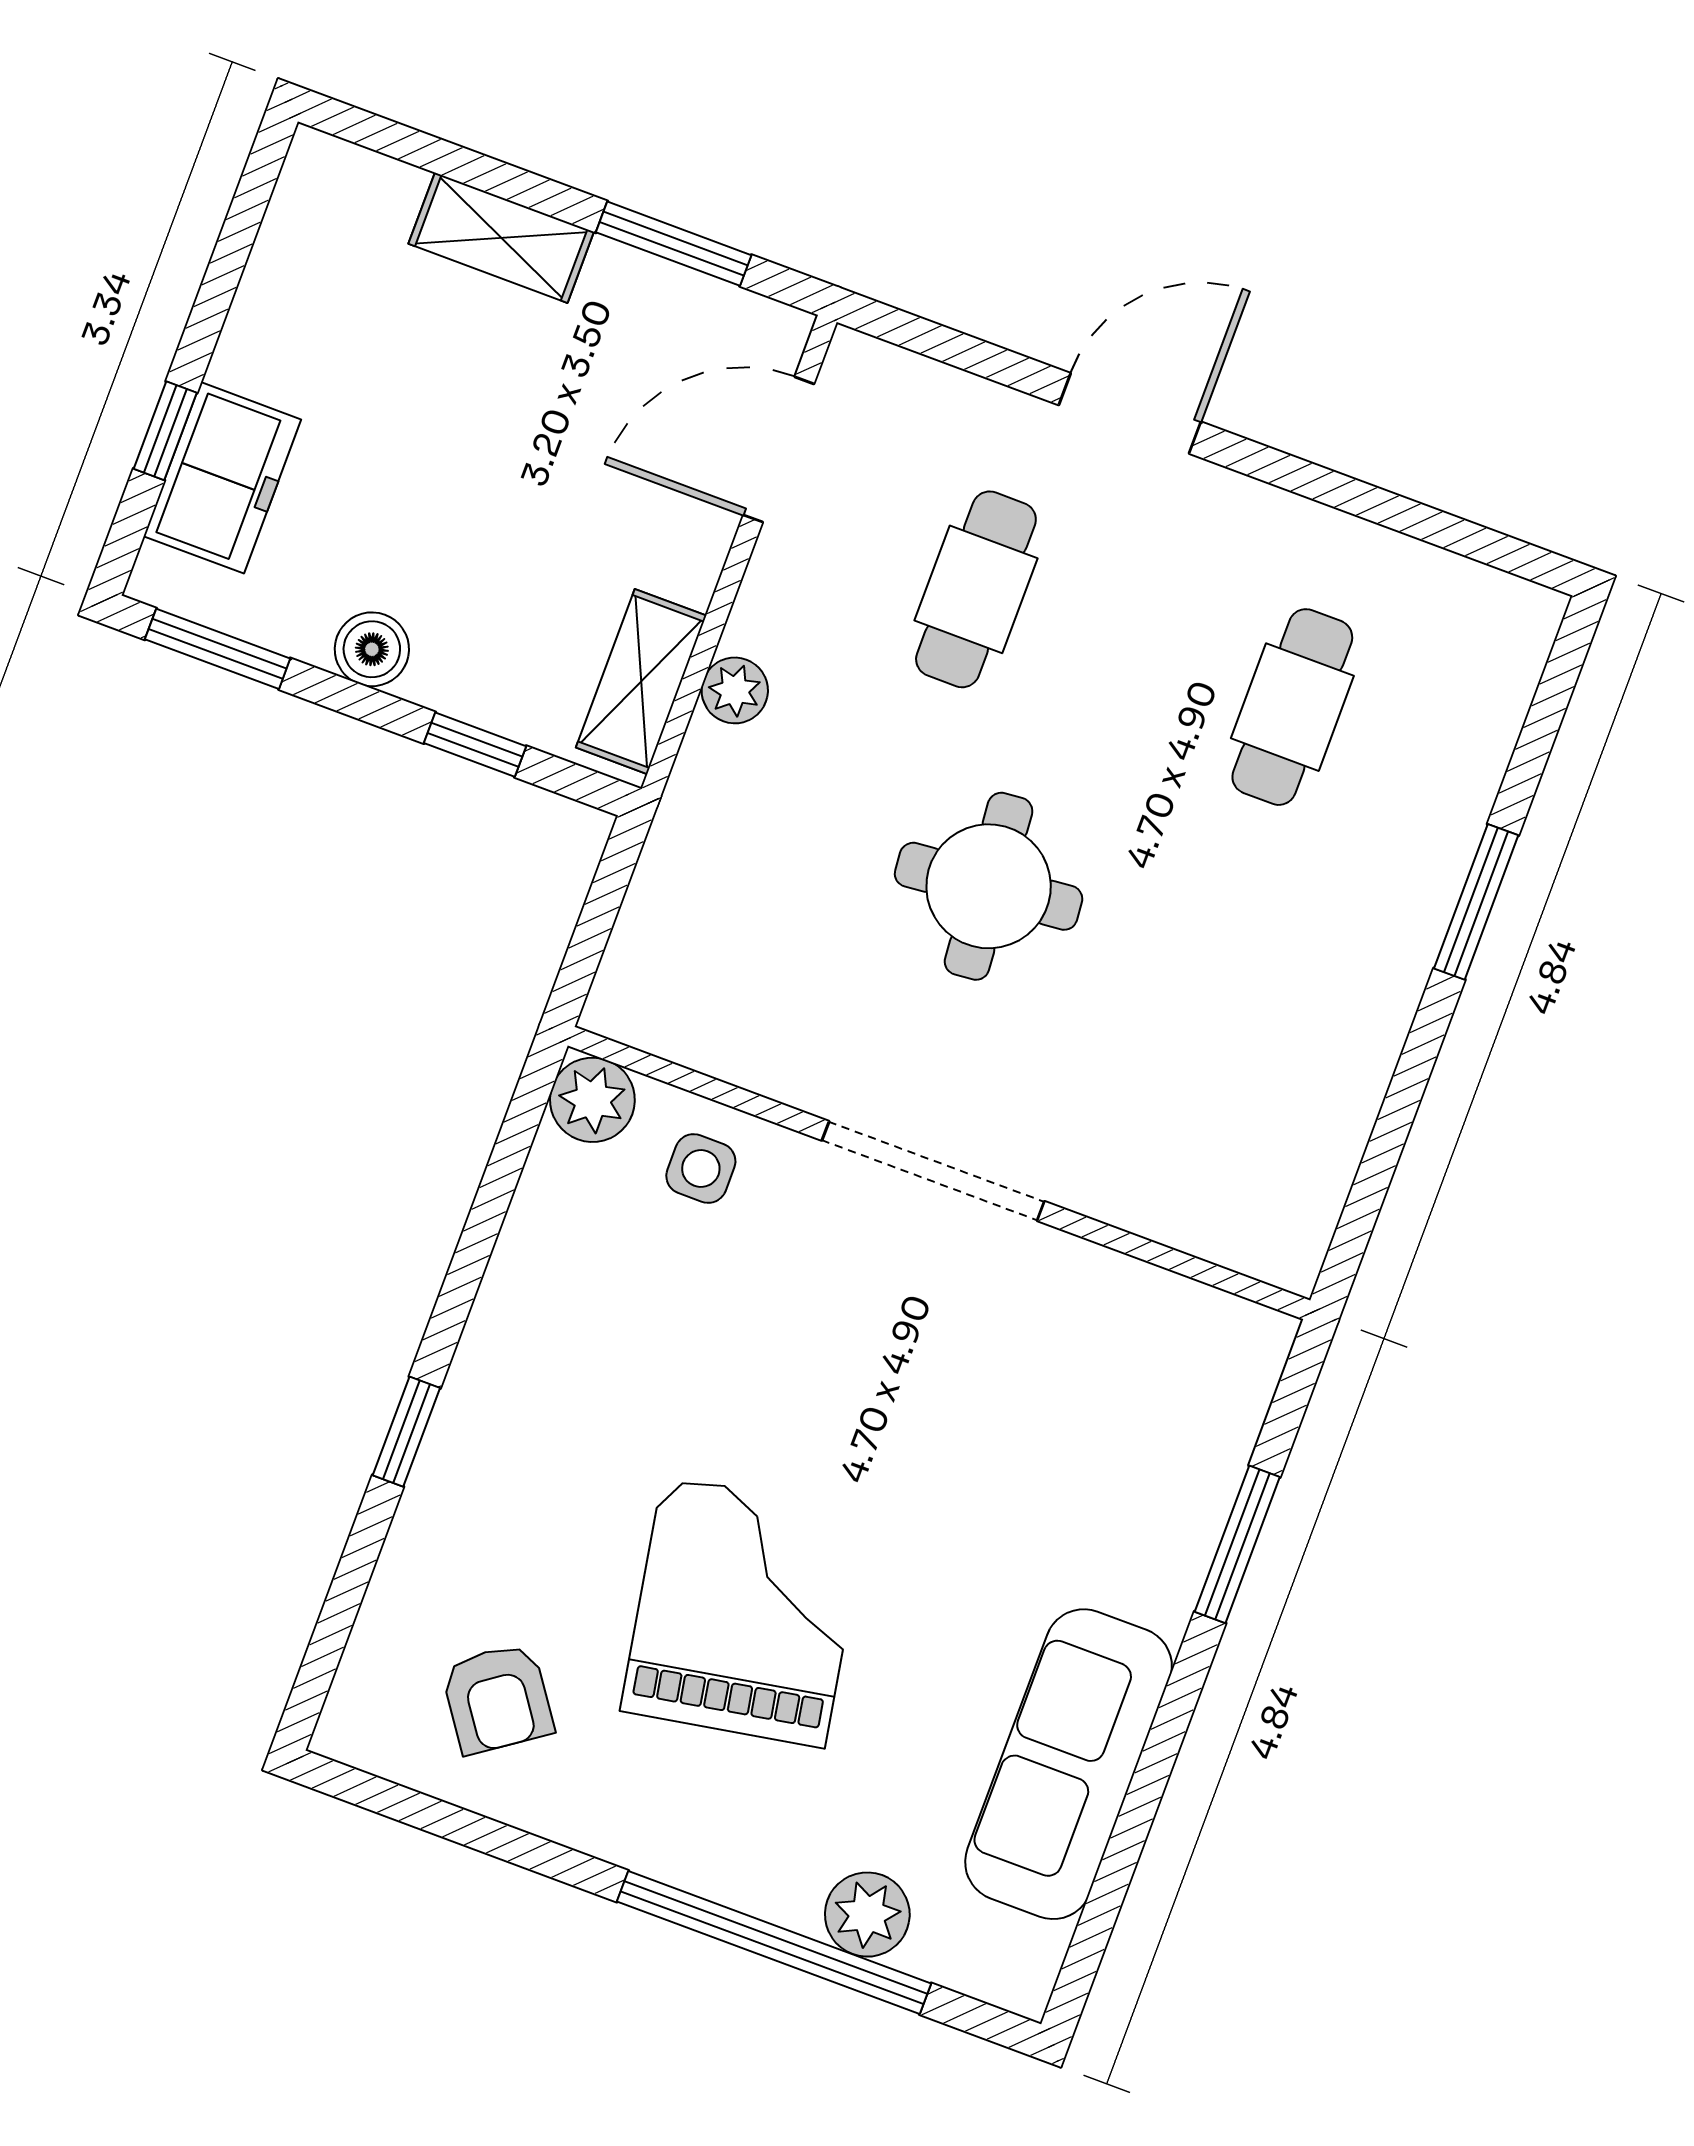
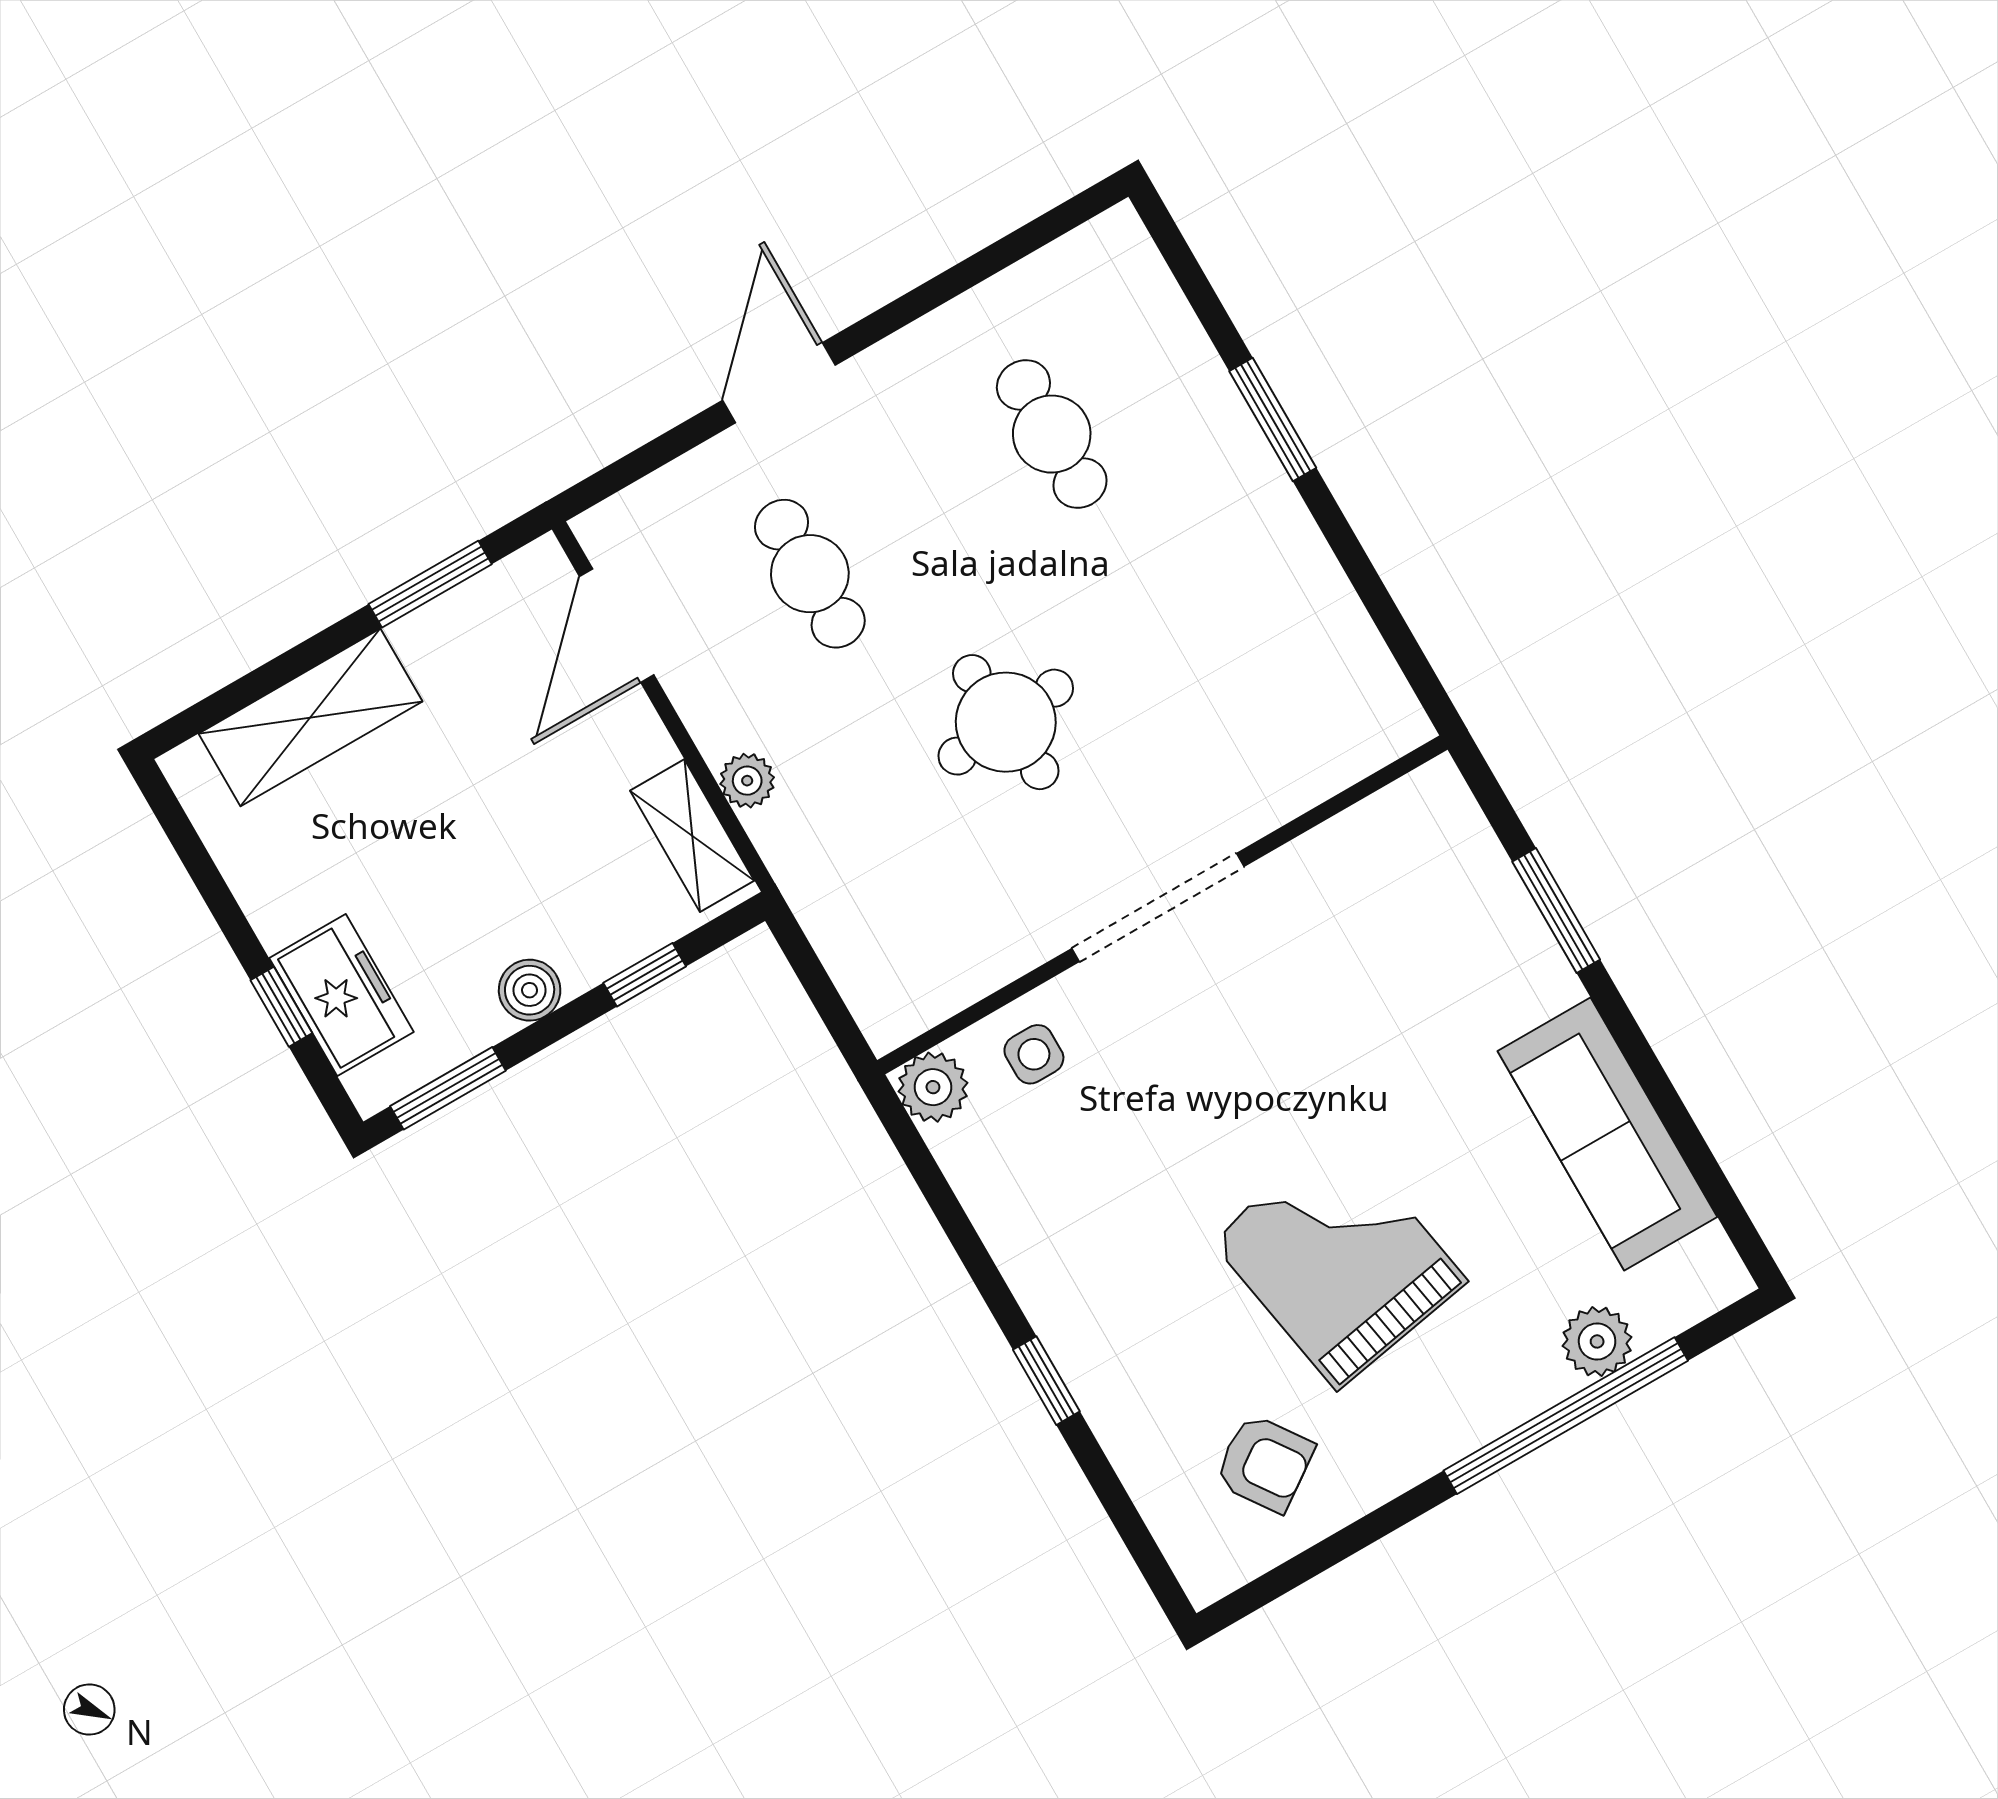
shelving: (501, 238) -> (310, 717), width x1.50, depth x1.33

